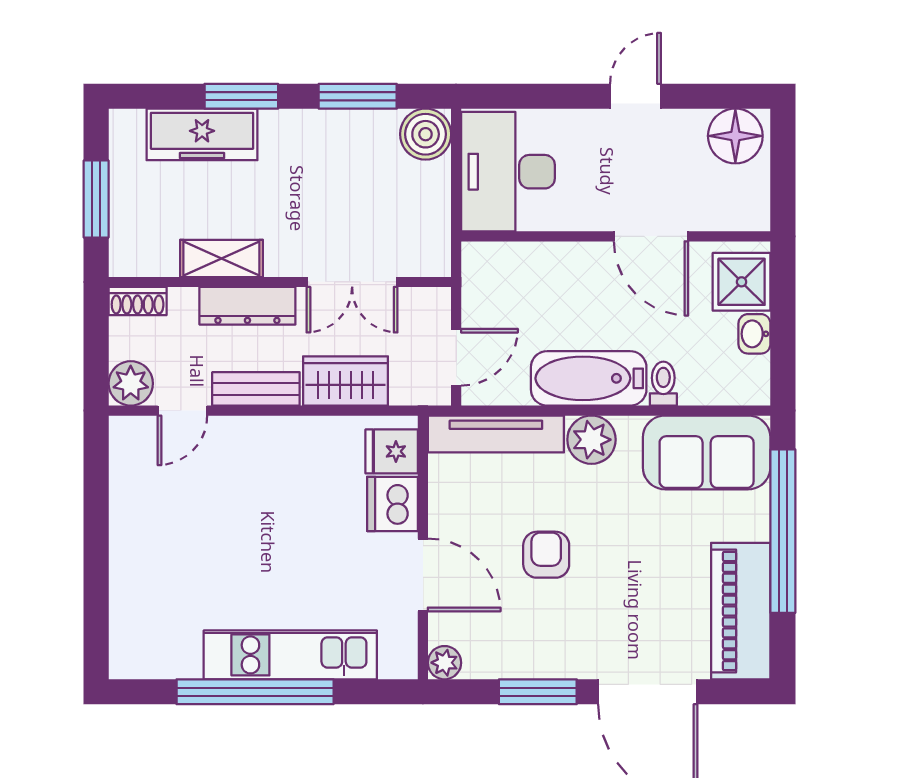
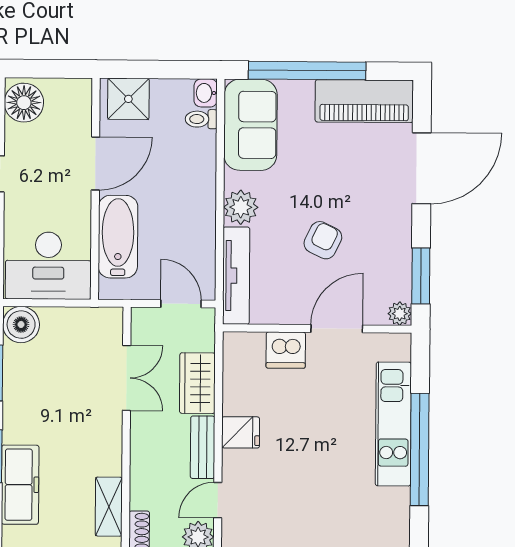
shelving: (221, 258) -> (109, 507), moved
dresser: (247, 306) -> (143, 453), removed
washbasin: (754, 334) -> (206, 93), moved, turned 90
bathtub: (589, 378) -> (118, 237), moved, turned 180
toilet: (663, 384) -> (201, 119), moved
door: (182, 411) -> (218, 500), swing flipped
fridge: (392, 451) -> (241, 432), moved, turned -90
armchair: (546, 555) -> (323, 240), turned 116
window: (538, 692) -> (421, 276), moved

